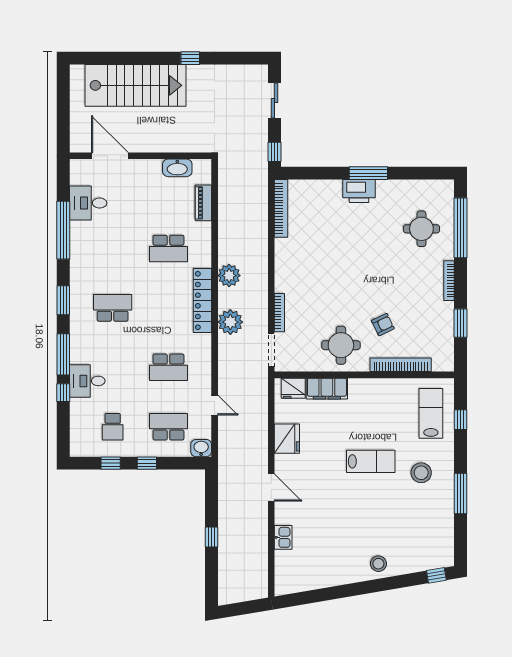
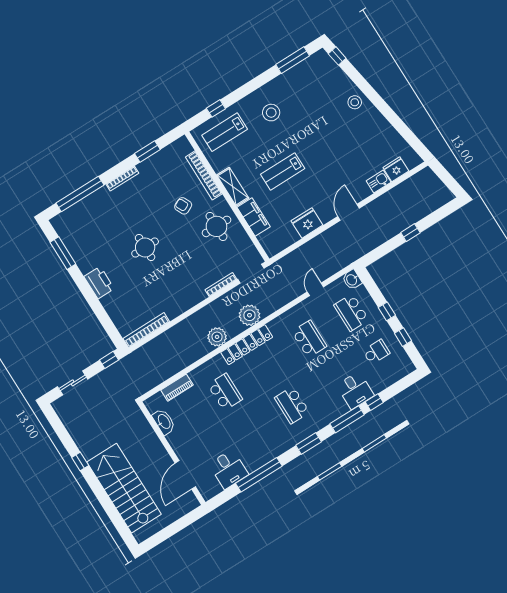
window: (368, 173) -> (63, 253), moved
round table: (421, 229) -> (145, 248), moved
shelving: (371, 387) -> (233, 187), added
fridge: (293, 388) -> (396, 169), moved, turned -90
lab bench: (371, 461) -> (283, 171), moved, turned -90
window: (460, 494) -> (293, 60), moved

